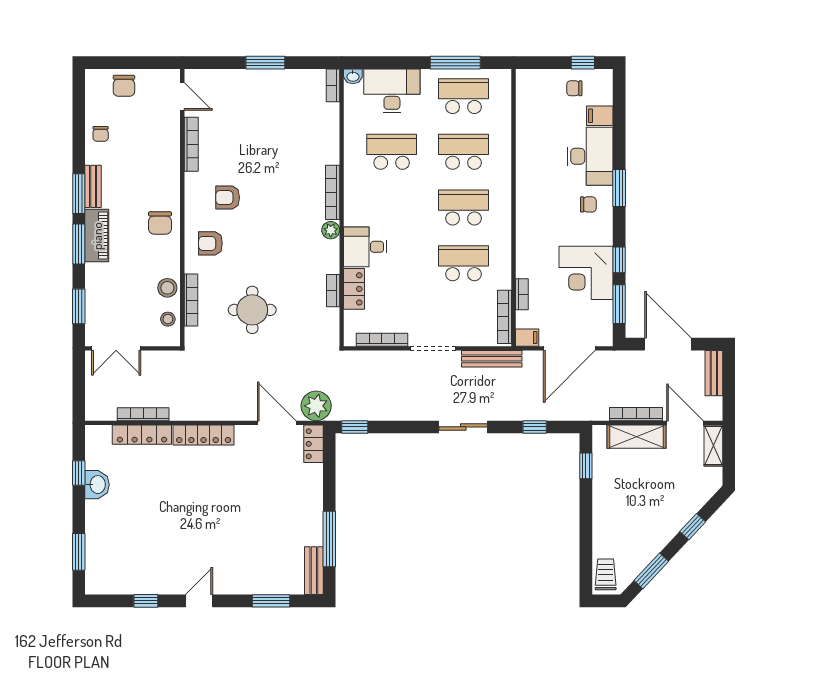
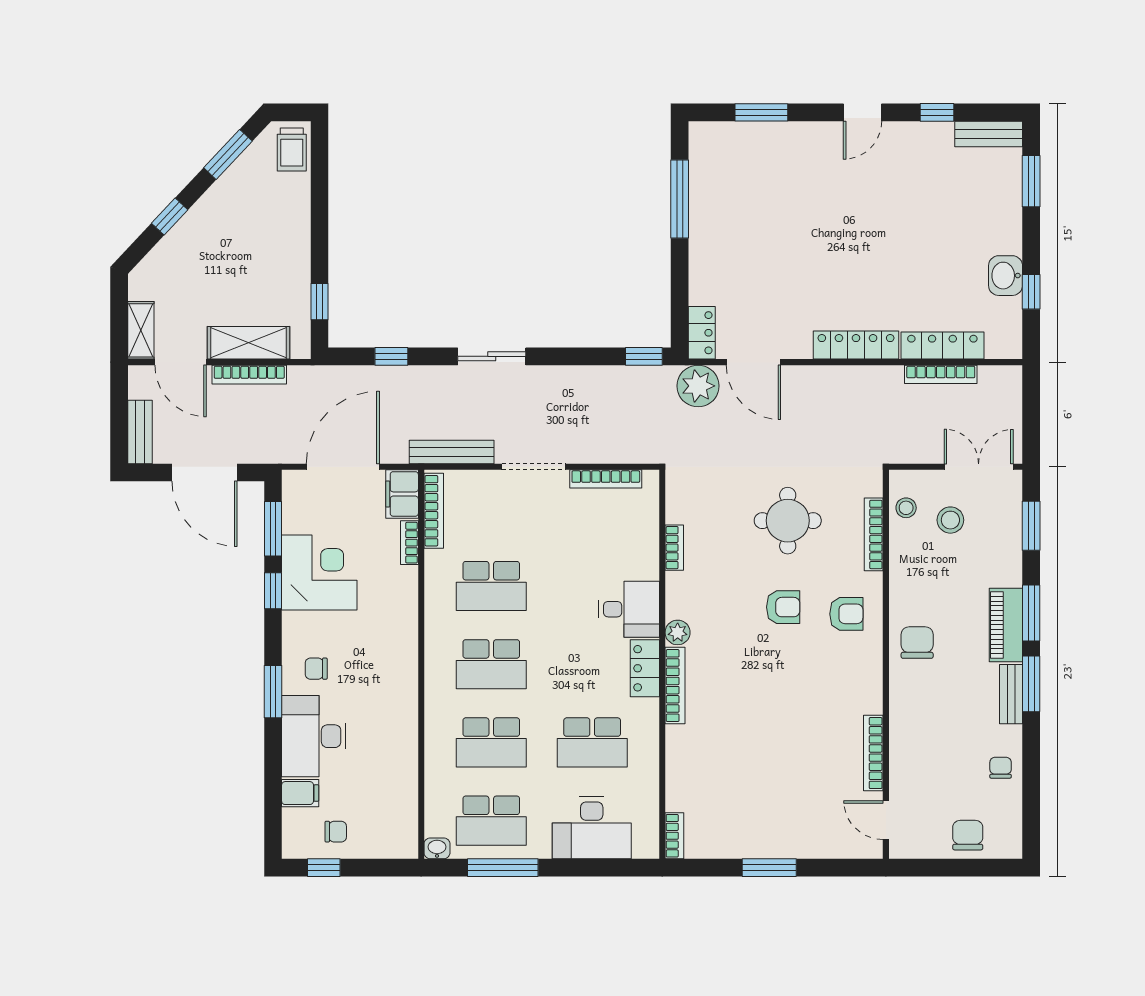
washbasin: (353, 76) -> (437, 848), moved
armchair: (228, 198) -> (783, 607), moved
stool: (167, 288) -> (950, 520), moved
locker: (354, 289) -> (645, 668), moved
filing cabinet: (527, 338) -> (402, 494), width x2.00
bench: (314, 571) -> (989, 134), moved, turned 90

